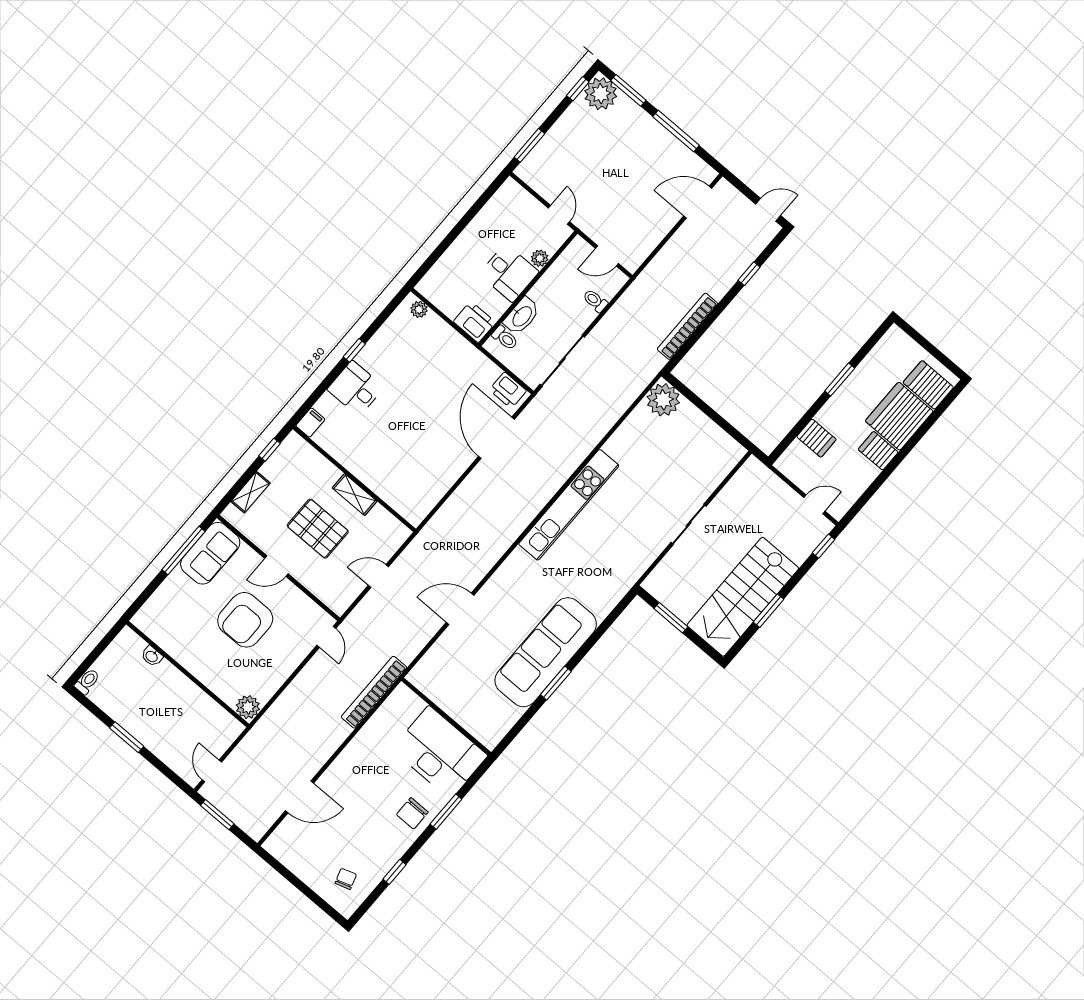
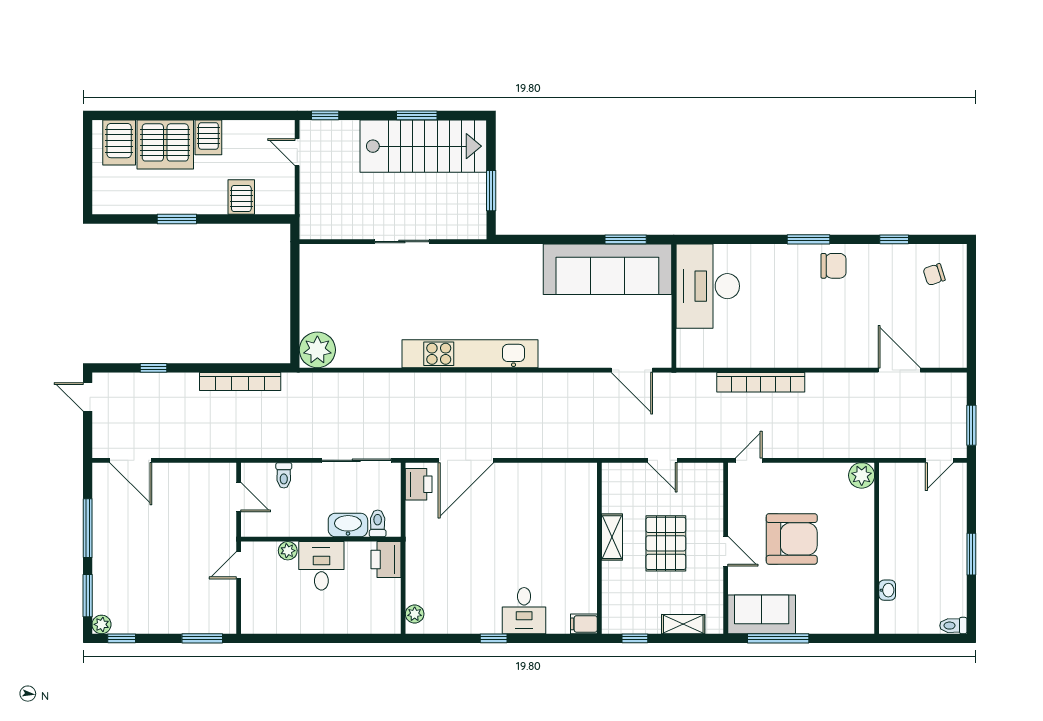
plant: (601, 94) -> (101, 624), width x0.53, depth x0.53
wall: (446, 717) -> (674, 306), moved
desk: (440, 752) -> (708, 286), moved

